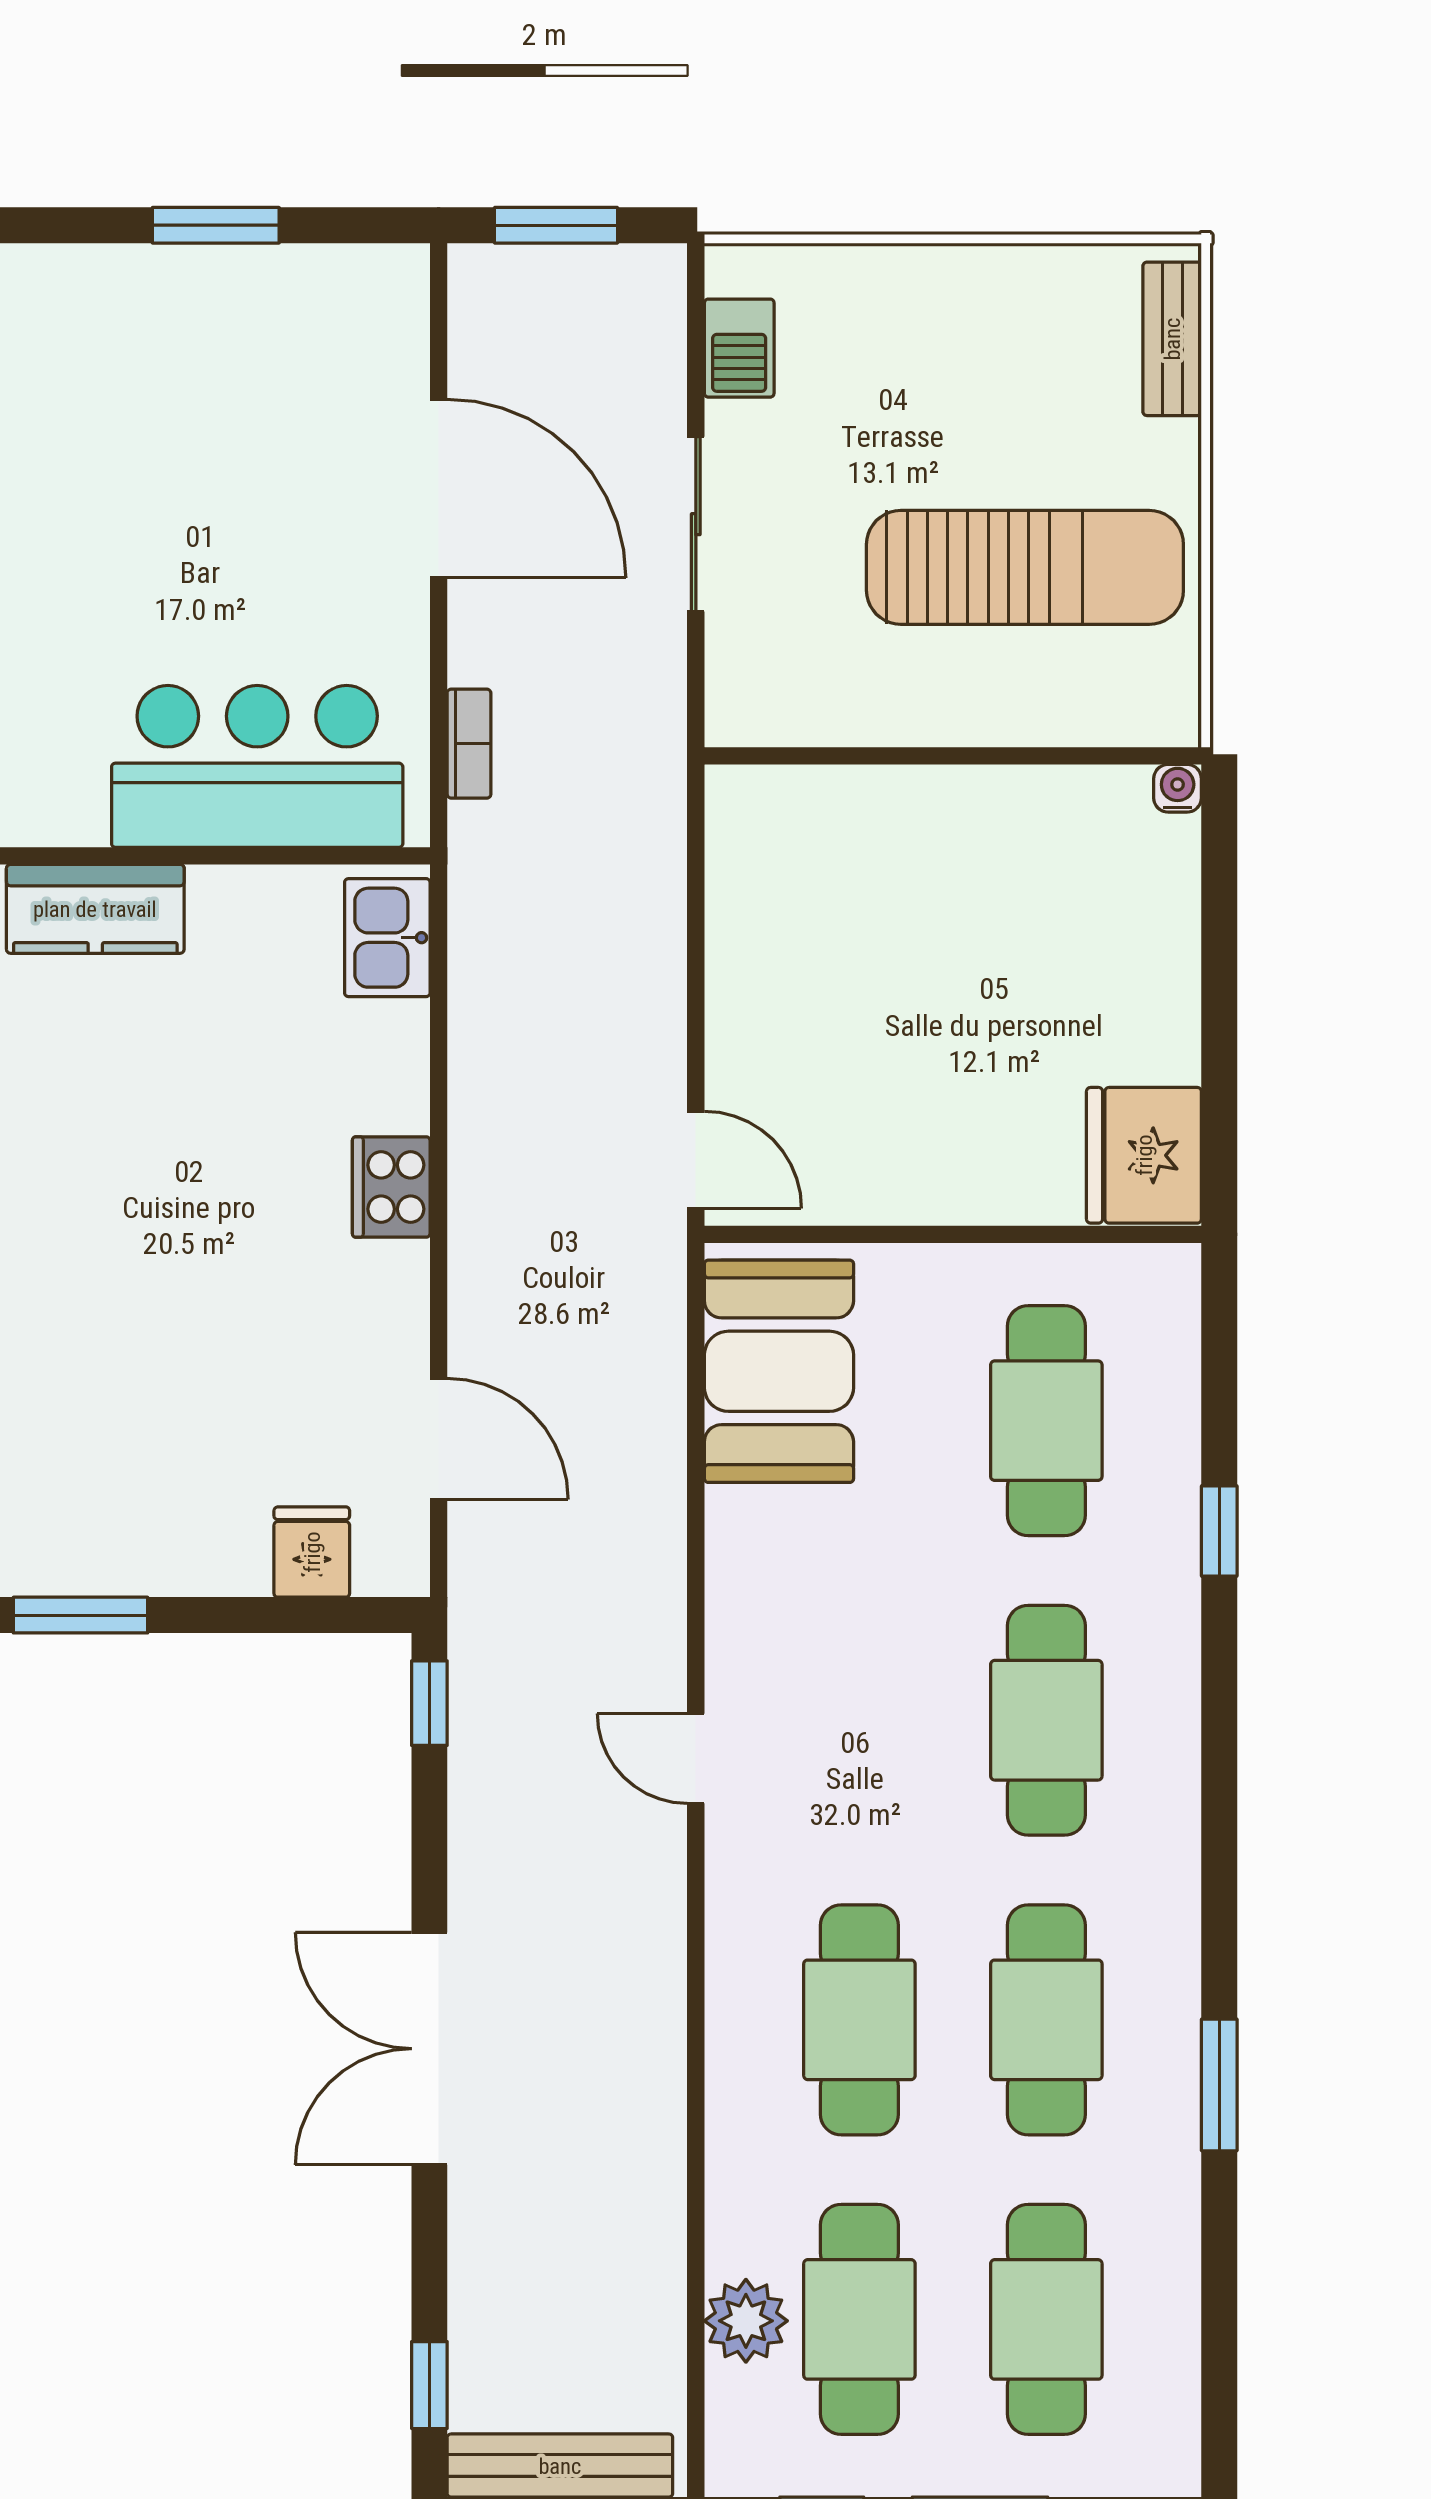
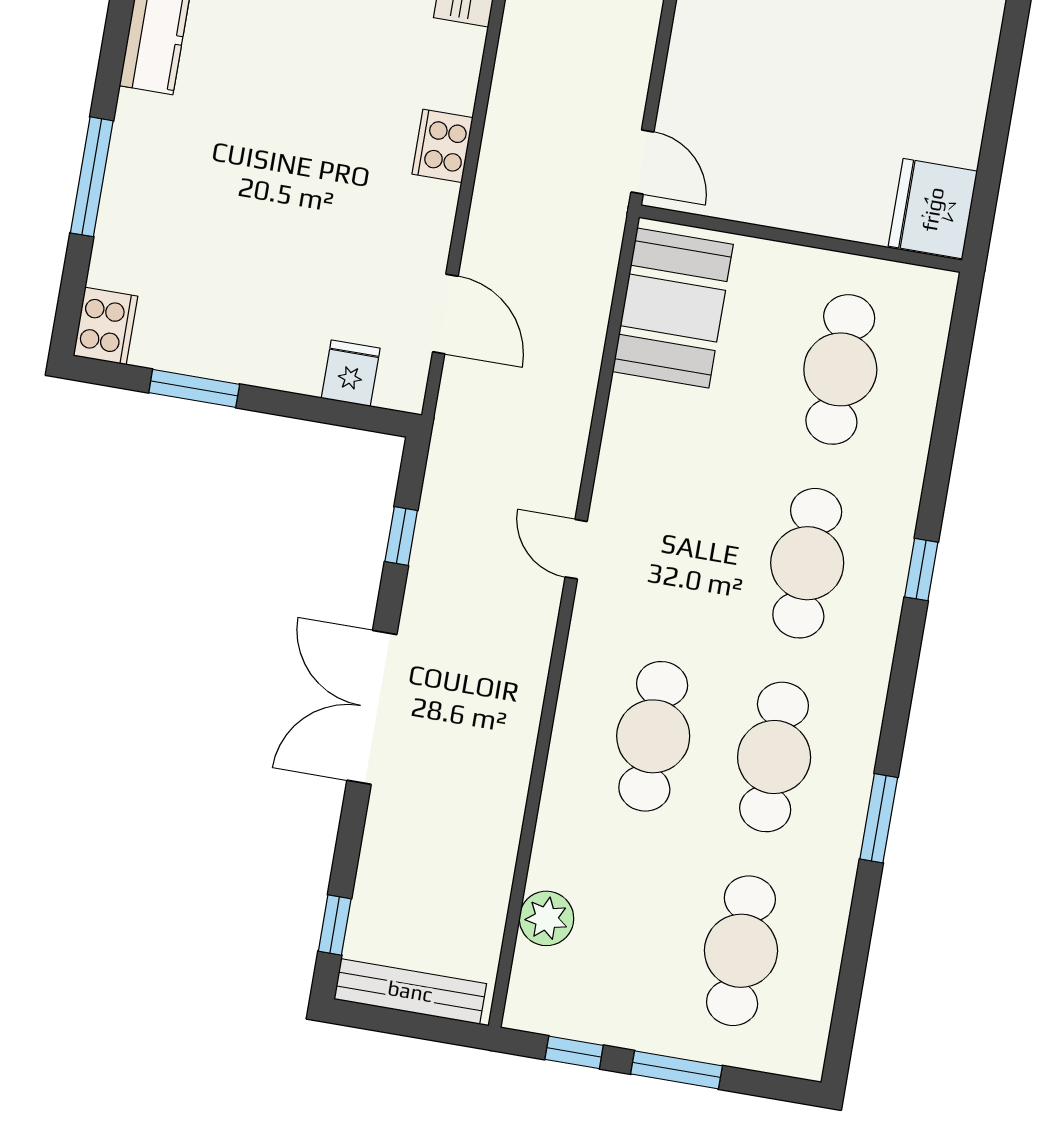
window: (1219, 1531) -> (921, 570), moved
window: (429, 1703) -> (401, 536), moved
cafe table: (859, 2319) -> (620, 930), removed

